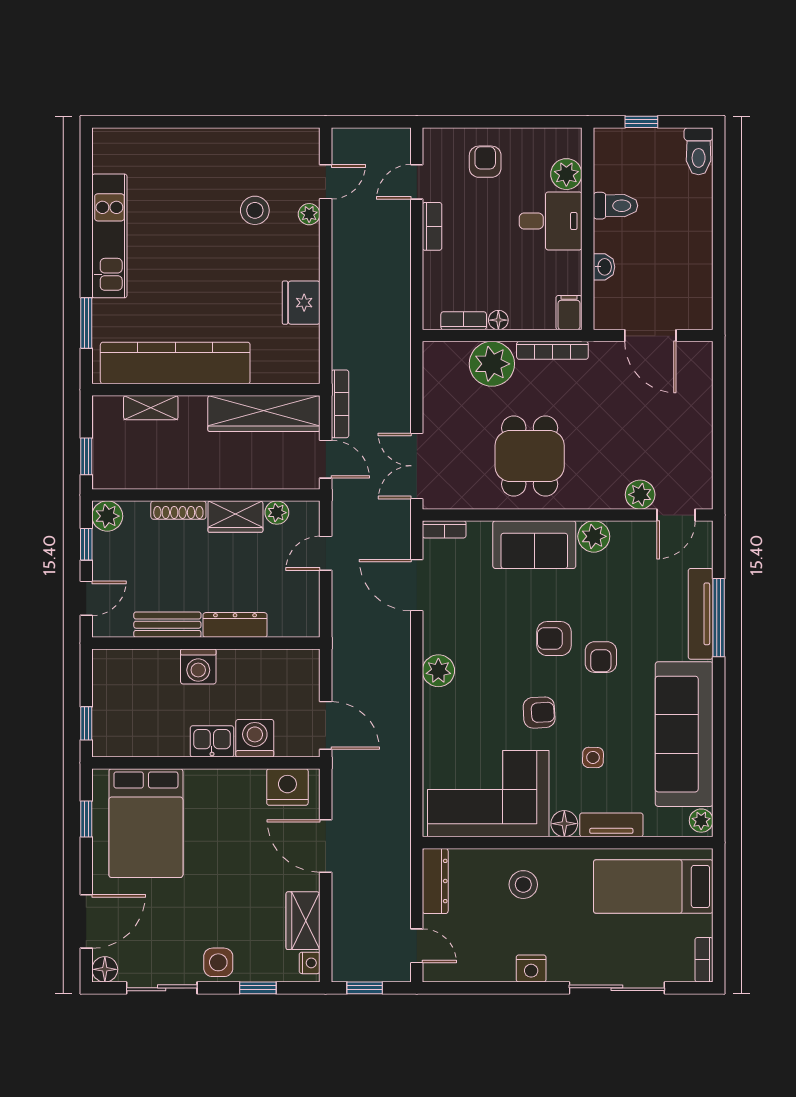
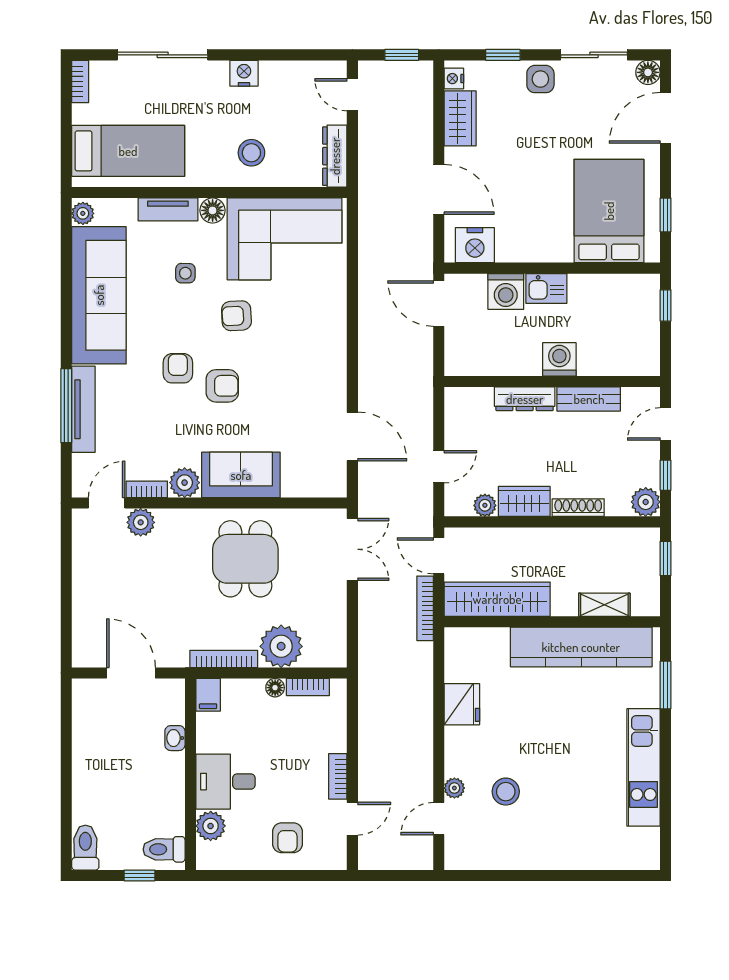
toilet: (615, 206) -> (164, 849), moved
bookcase: (444, 529) -> (147, 489), moved
plant: (438, 671) -> (332, 355), removed

